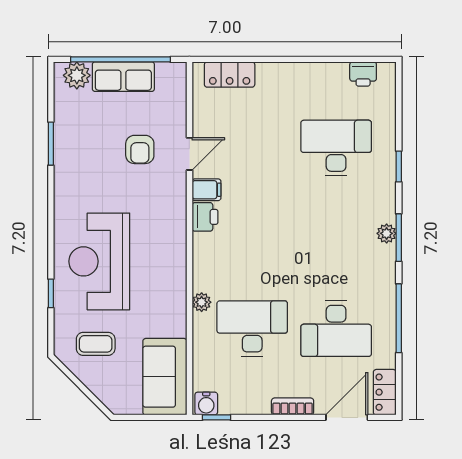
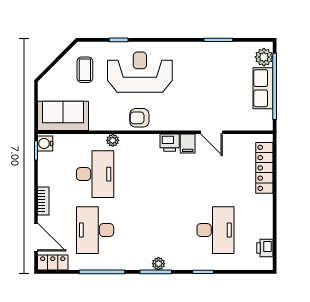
locker: (230, 75) -> (264, 168), width x1.53
armchair: (140, 149) -> (139, 118), moved

